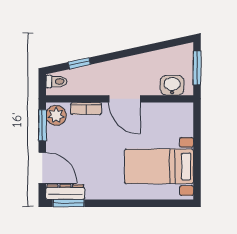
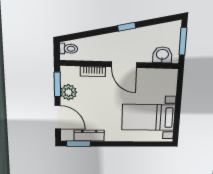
window: (79, 63) -> (127, 27), moved
plant: (56, 115) -> (69, 92), moved
dresser: (65, 192) -> (89, 136), moved

